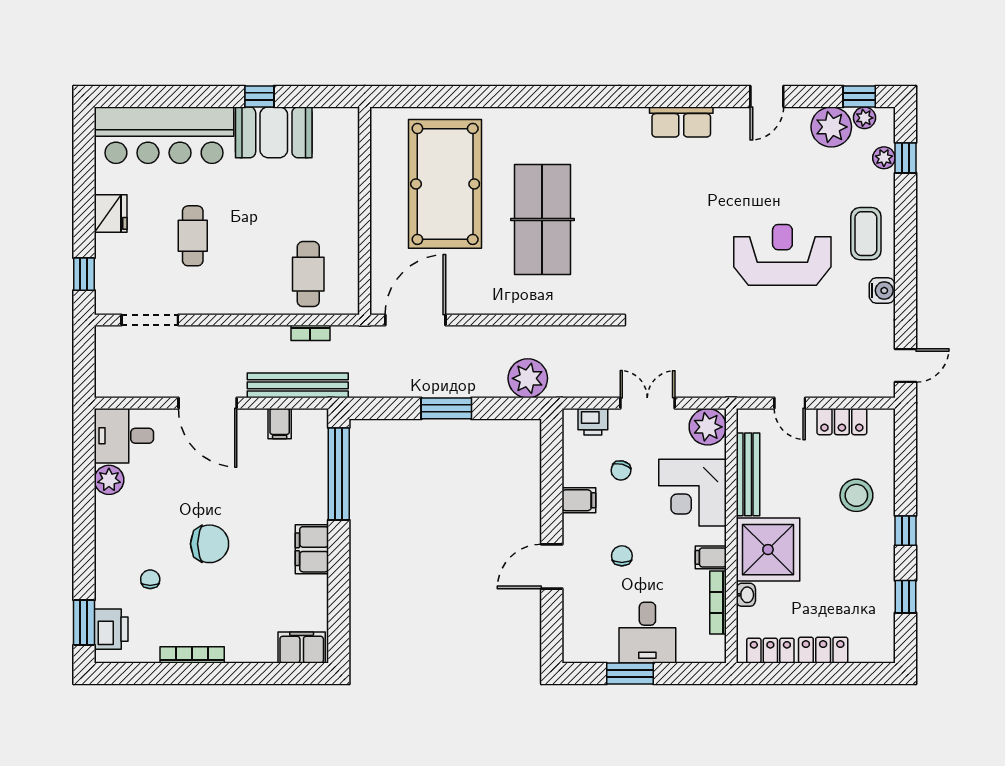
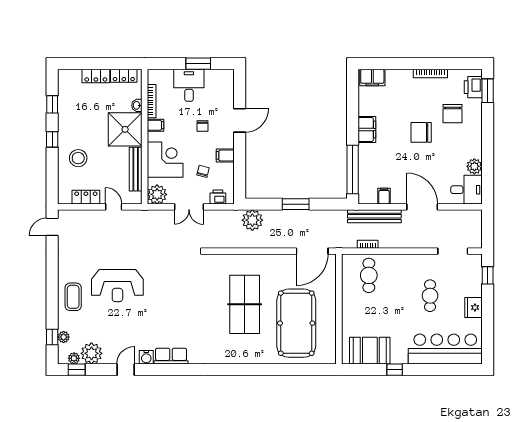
booth: (274, 132) -> (370, 351), moved
water cooler: (882, 291) -> (146, 357), moved, turned -90
chair: (150, 579) -> (453, 114), width x1.87, depth x1.87

